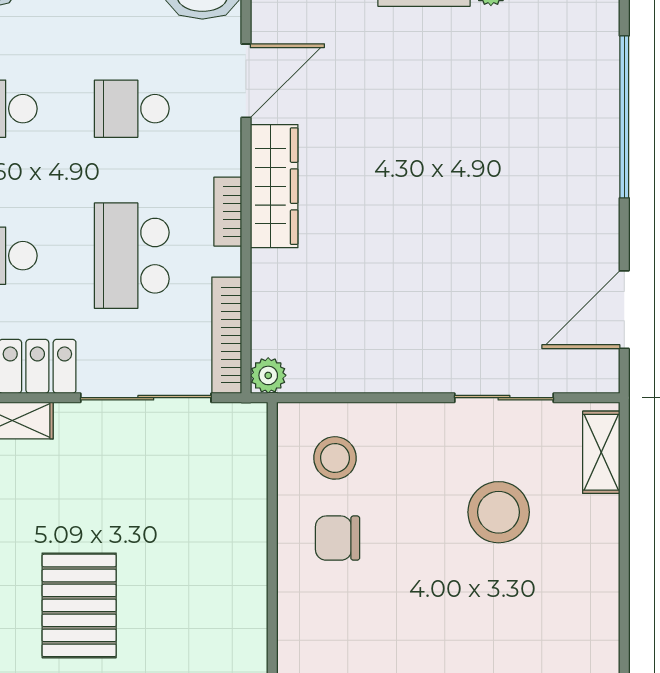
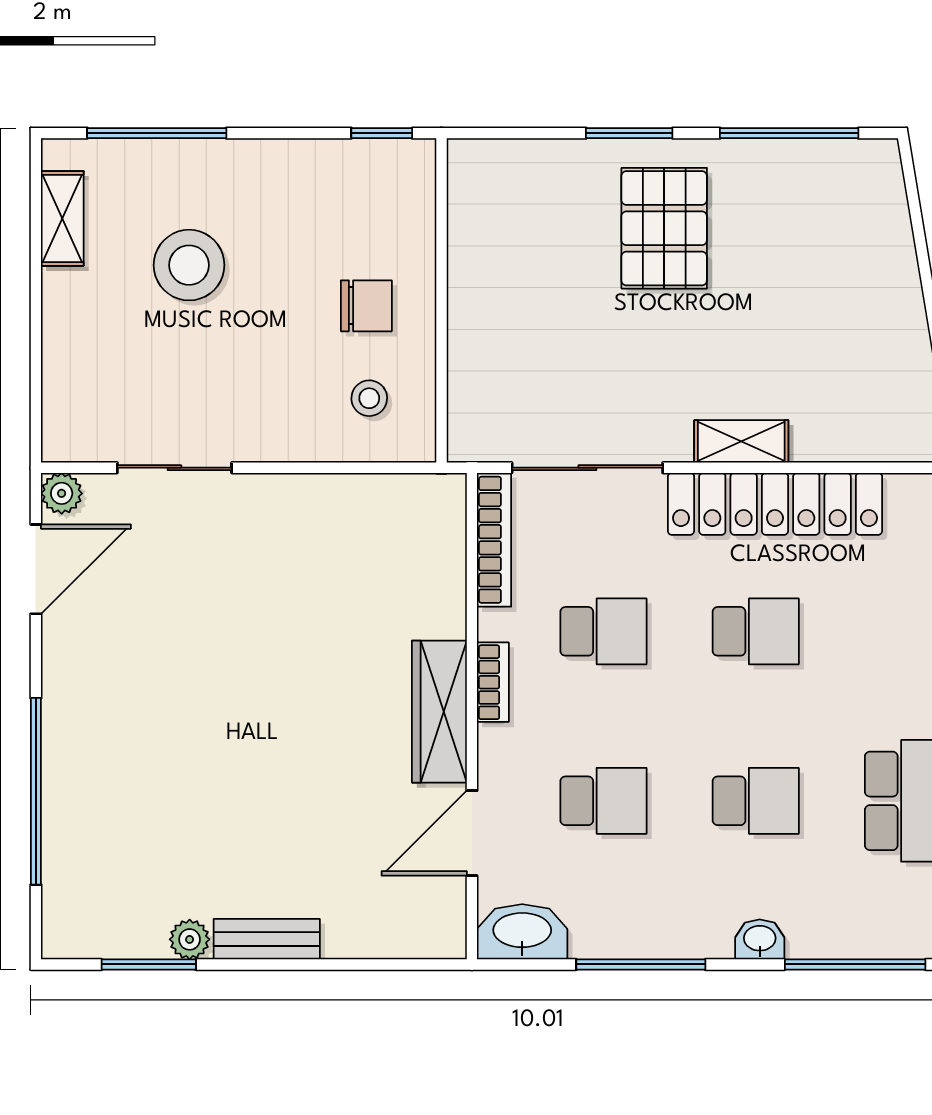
school desk: (132, 256) -> (603, 631), width x0.54
plant: (268, 375) -> (62, 493), moved
shelving: (601, 452) -> (62, 218), moved
stool: (335, 458) -> (369, 398), width x0.73, depth x0.73
stool: (499, 512) -> (189, 265), moved

